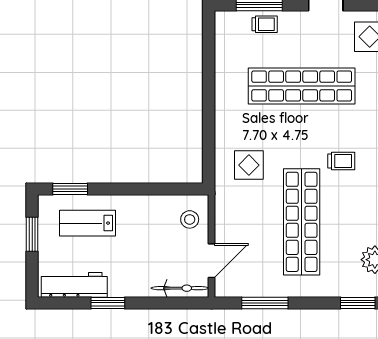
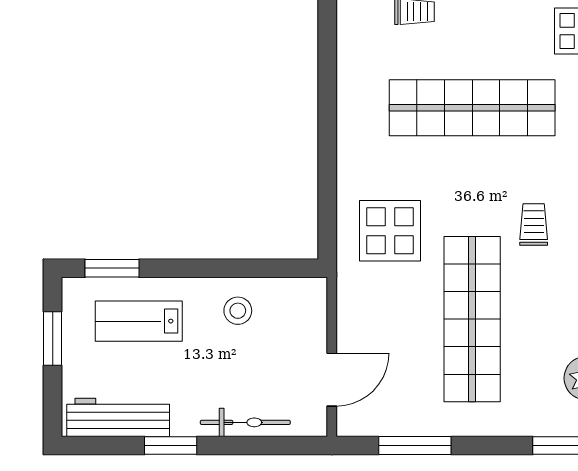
trolley: (341, 161) -> (534, 225), turned -90
display table: (249, 165) -> (390, 231), width x1.36, depth x1.36
stool: (190, 219) -> (238, 311), moved
bicycle: (180, 288) -> (245, 422), moved

